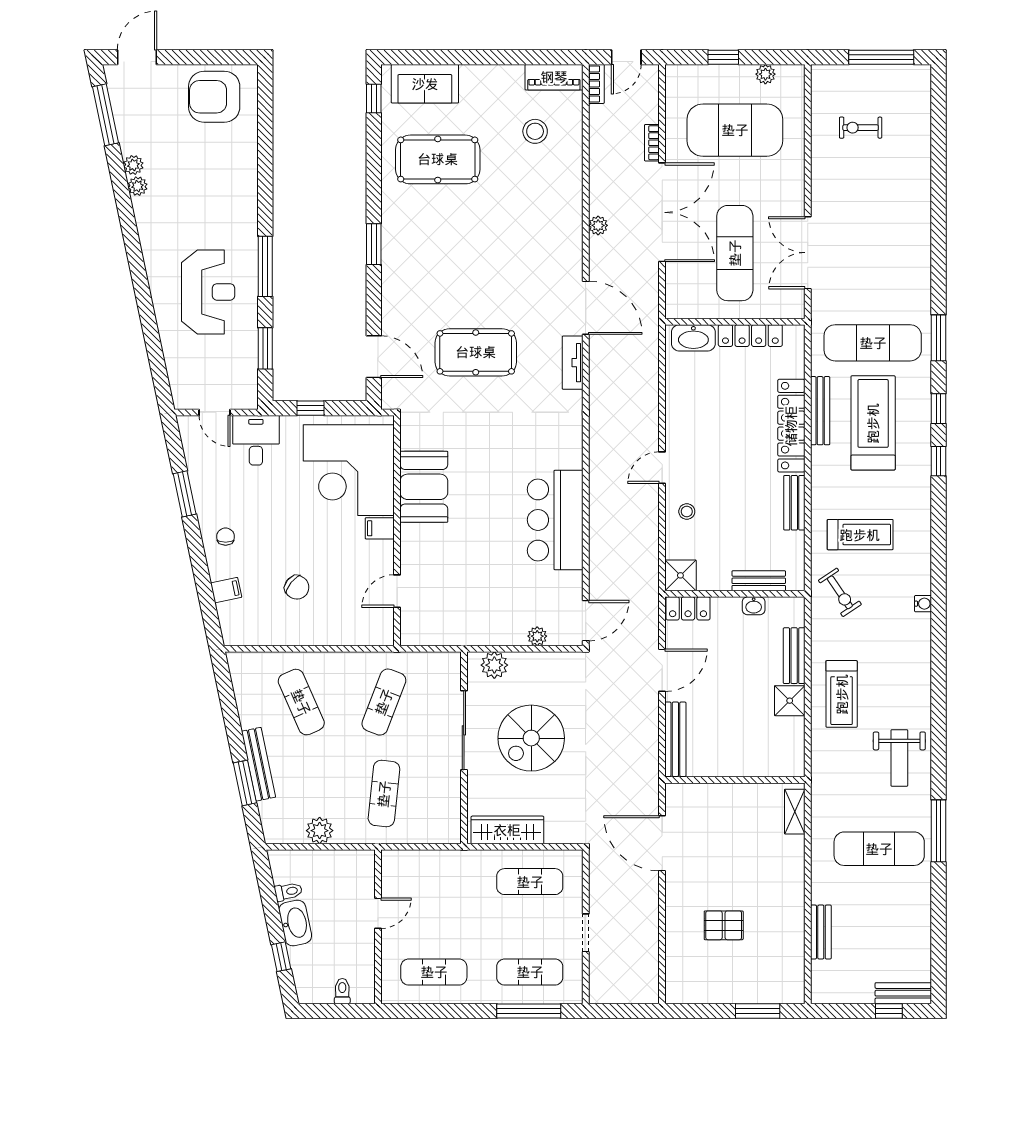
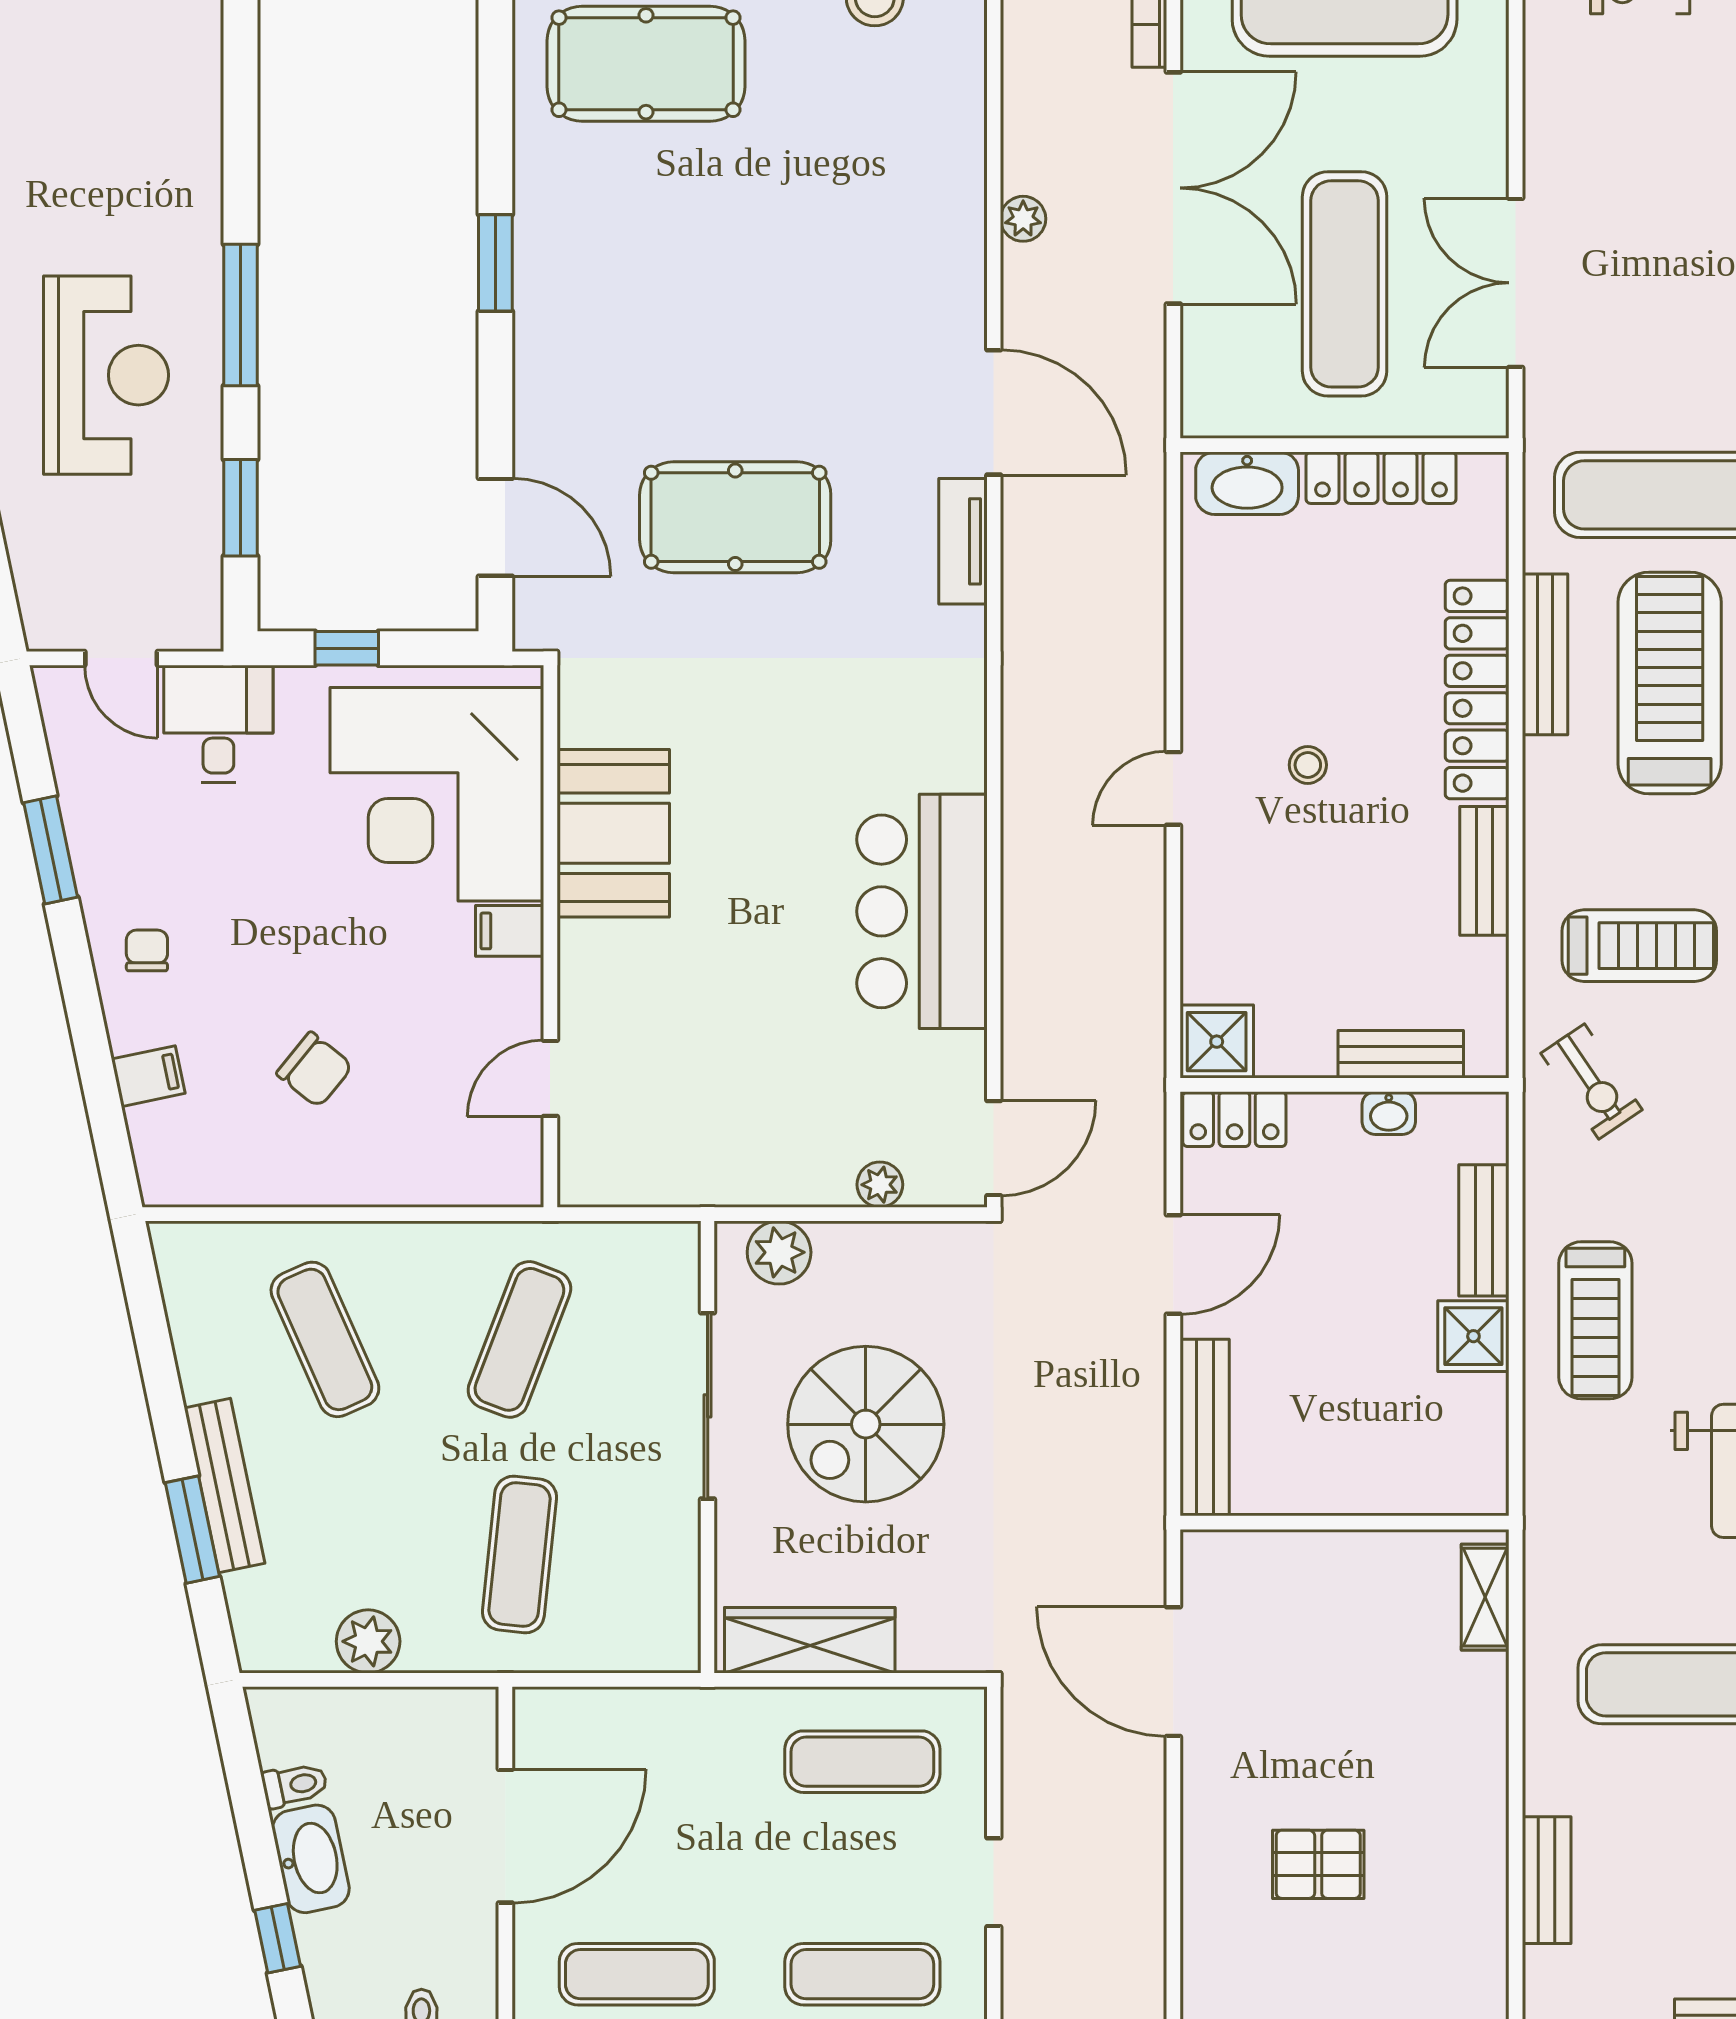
stool: (687, 511) -> (1308, 765), moved
door: (378, 913) -> (505, 1836), width x1.88

